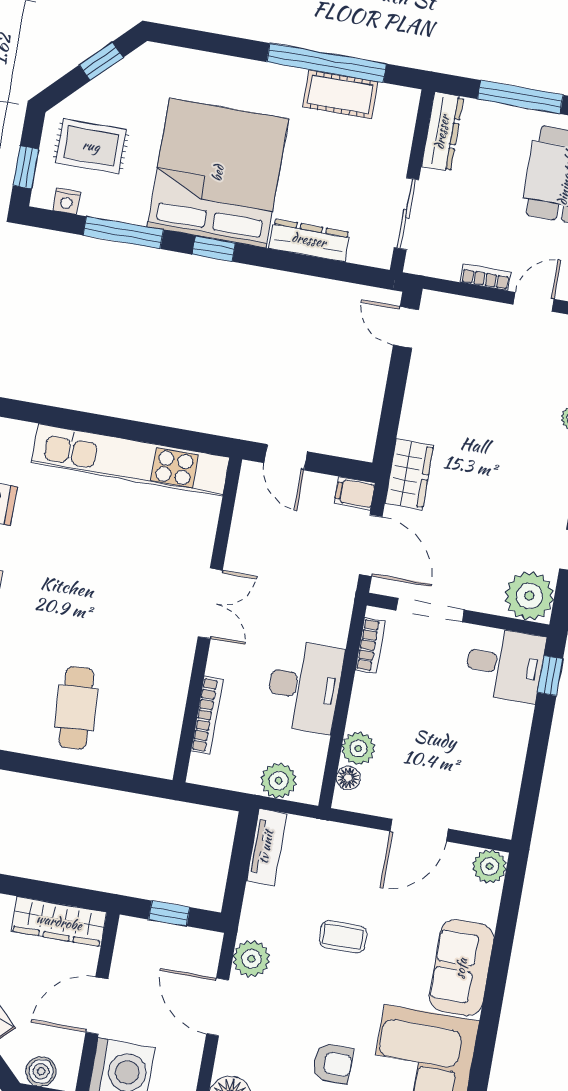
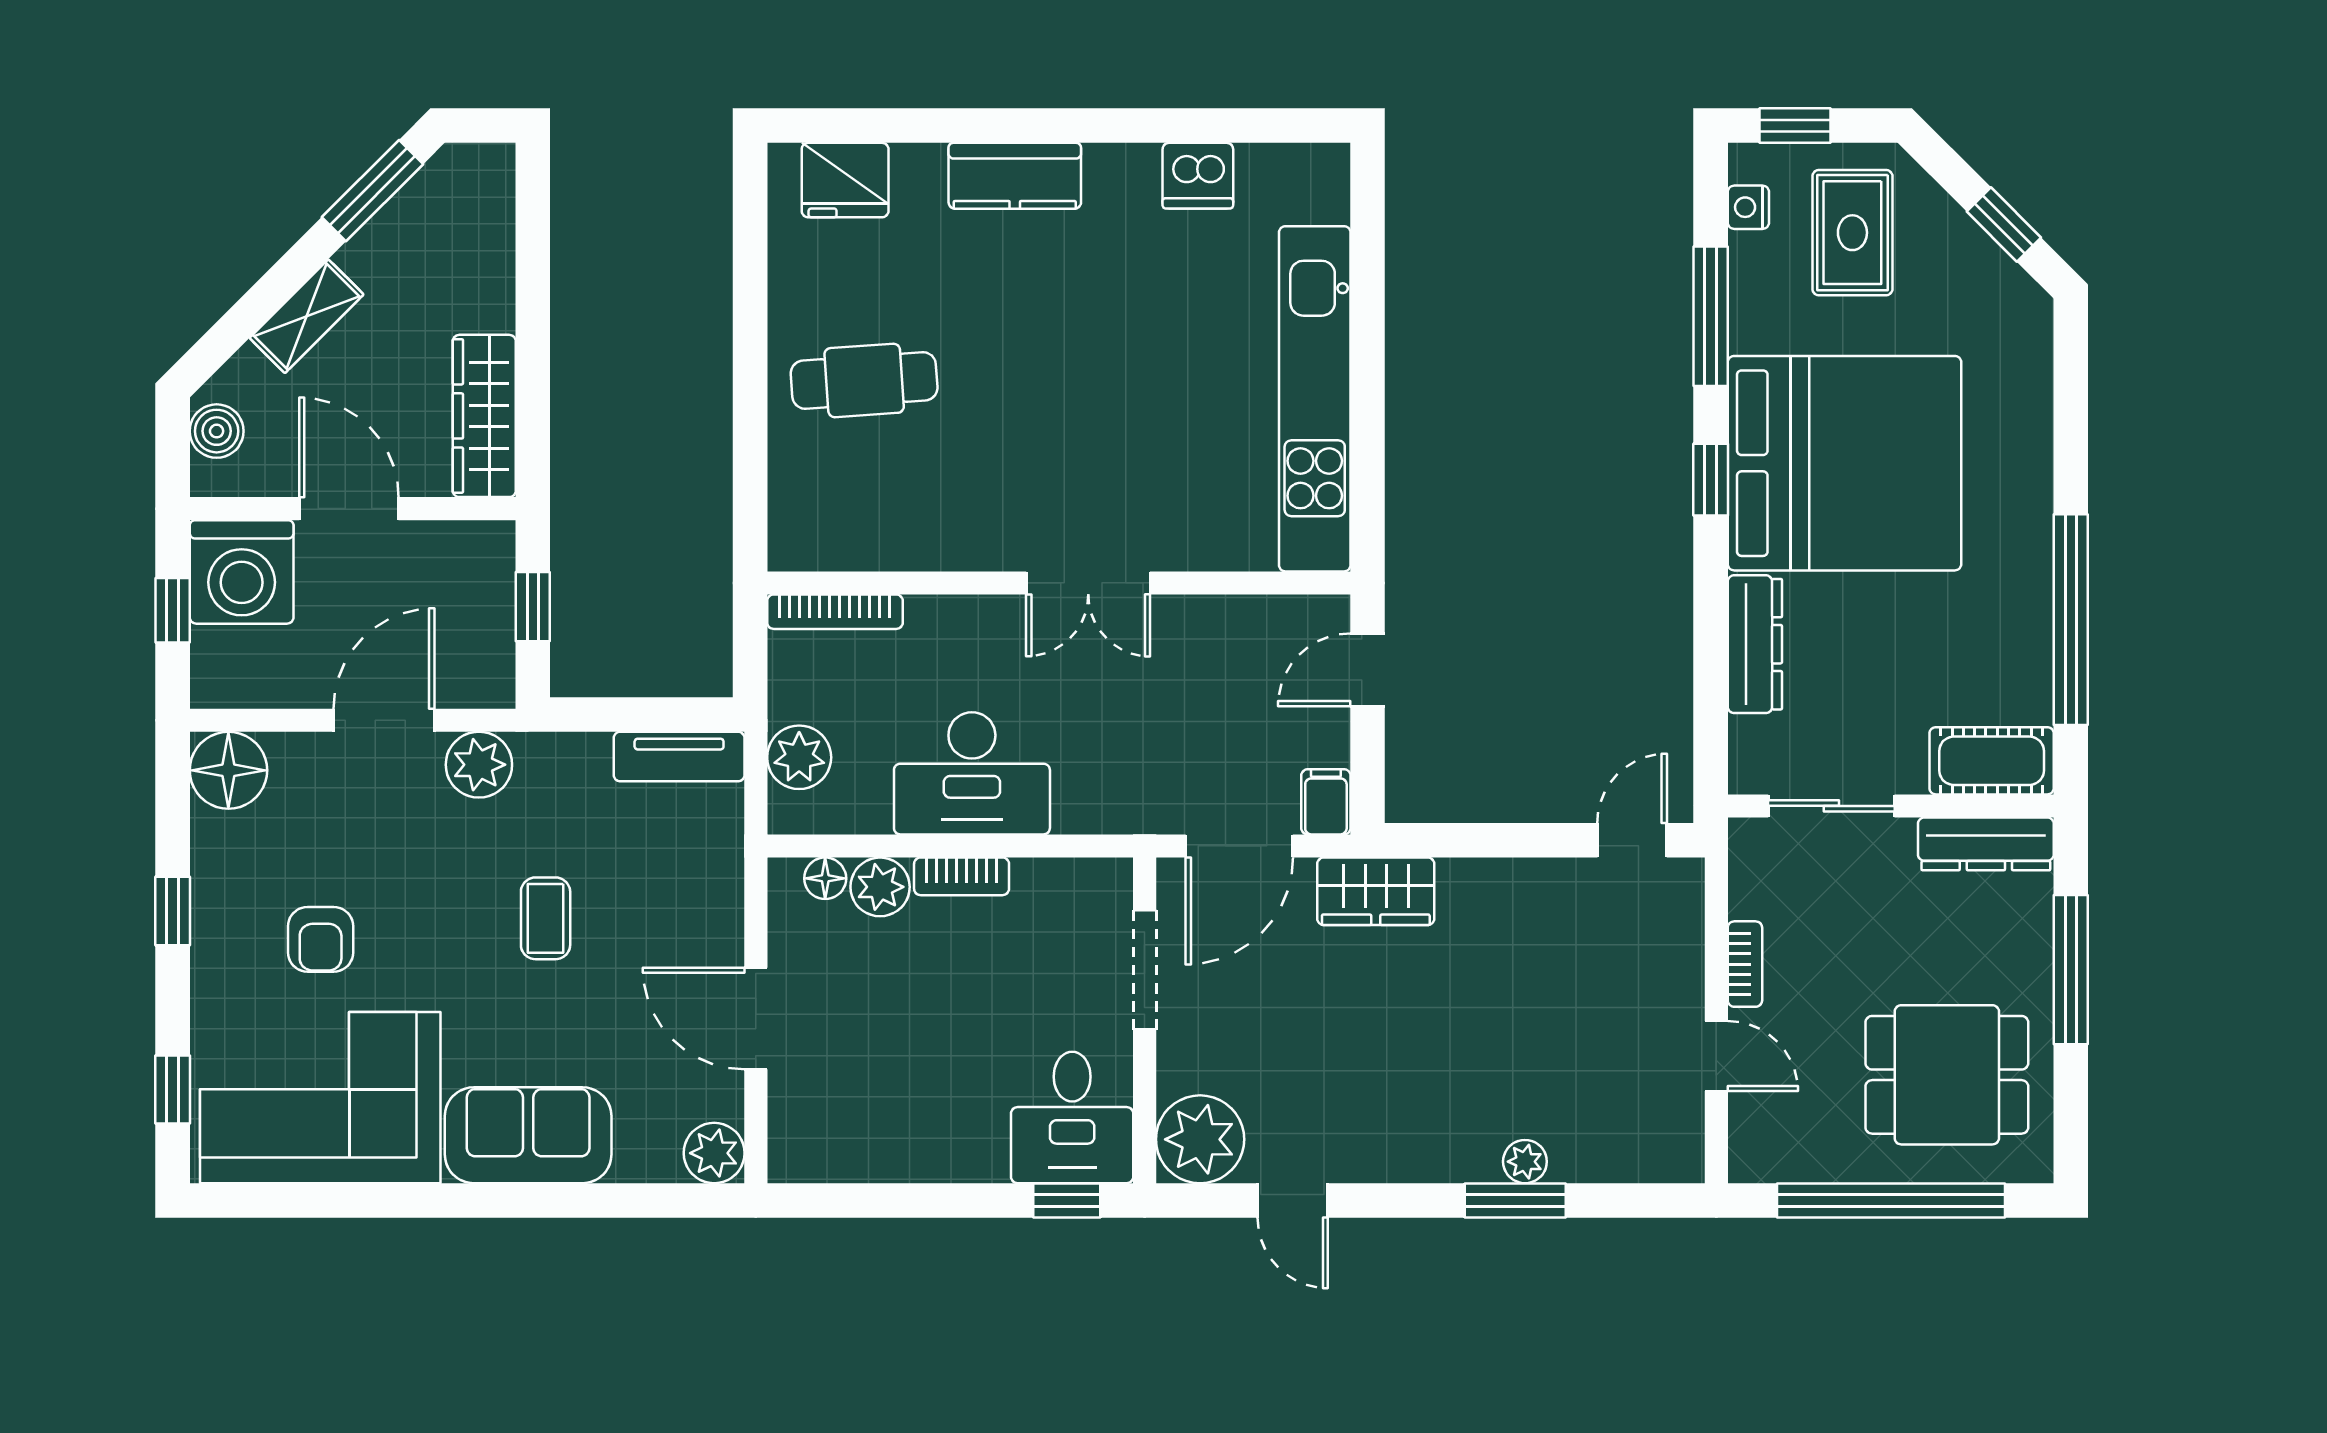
cot: (340, 94) -> (1992, 761), moved, turned 90
bookcase: (370, 646) -> (962, 876), moved
bookcase: (207, 715) -> (835, 612), moved

